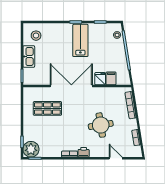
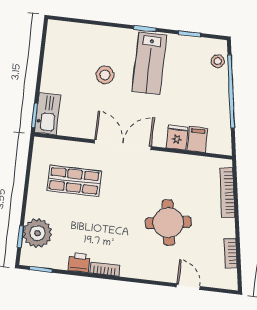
stool: (36, 36) -> (105, 75), moved
lab bench: (80, 40) -> (149, 63), turned 180
kitchen sink: (29, 57) -> (47, 114), moved
double door: (71, 86) -> (123, 145), width x0.73
plant: (31, 149) -> (37, 233), moved
printer: (84, 152) -> (79, 263), moved

